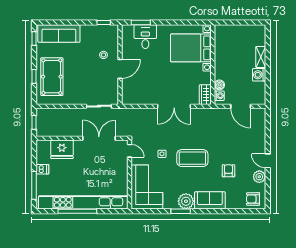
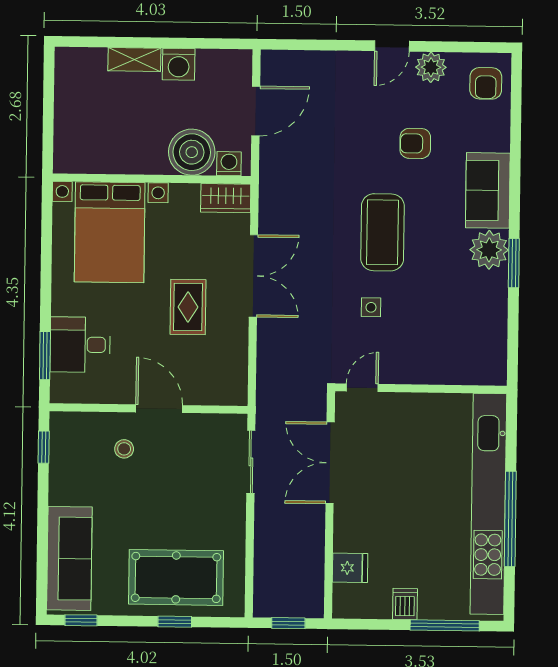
rug: (161, 80) -> (188, 307), added
boiler: (219, 85) -> (192, 152), width x1.86, depth x1.86
fridge: (62, 149) -> (350, 568), width x0.53, depth x0.75
corner sofa: (147, 187) -> (453, 346), removed

